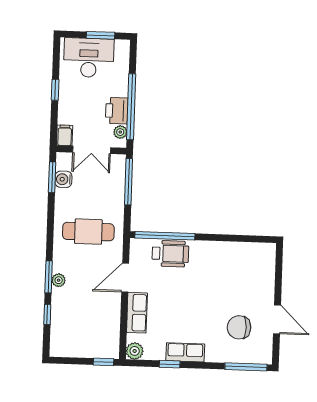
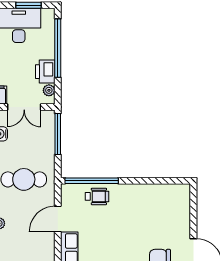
window: (131, 107) -> (58, 48), moved
wheelchair: (170, 254) -> (97, 196), width x0.73, depth x0.73

